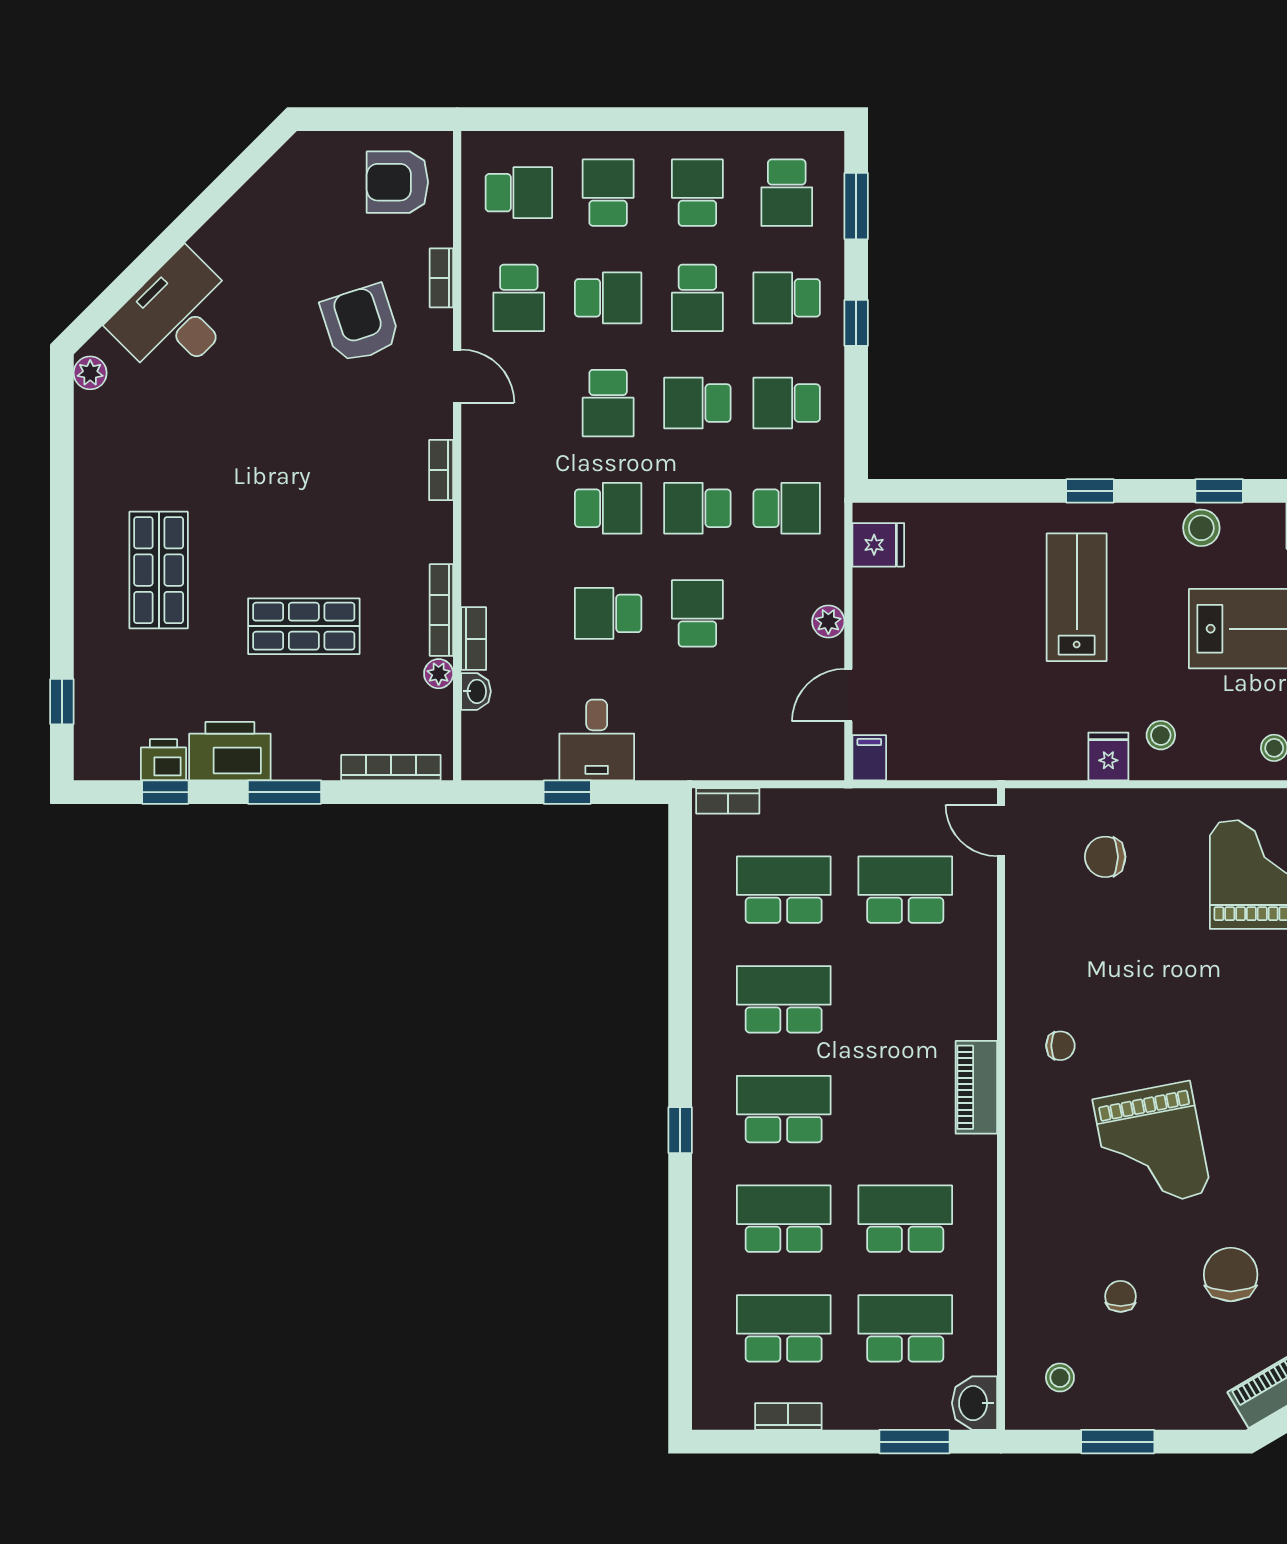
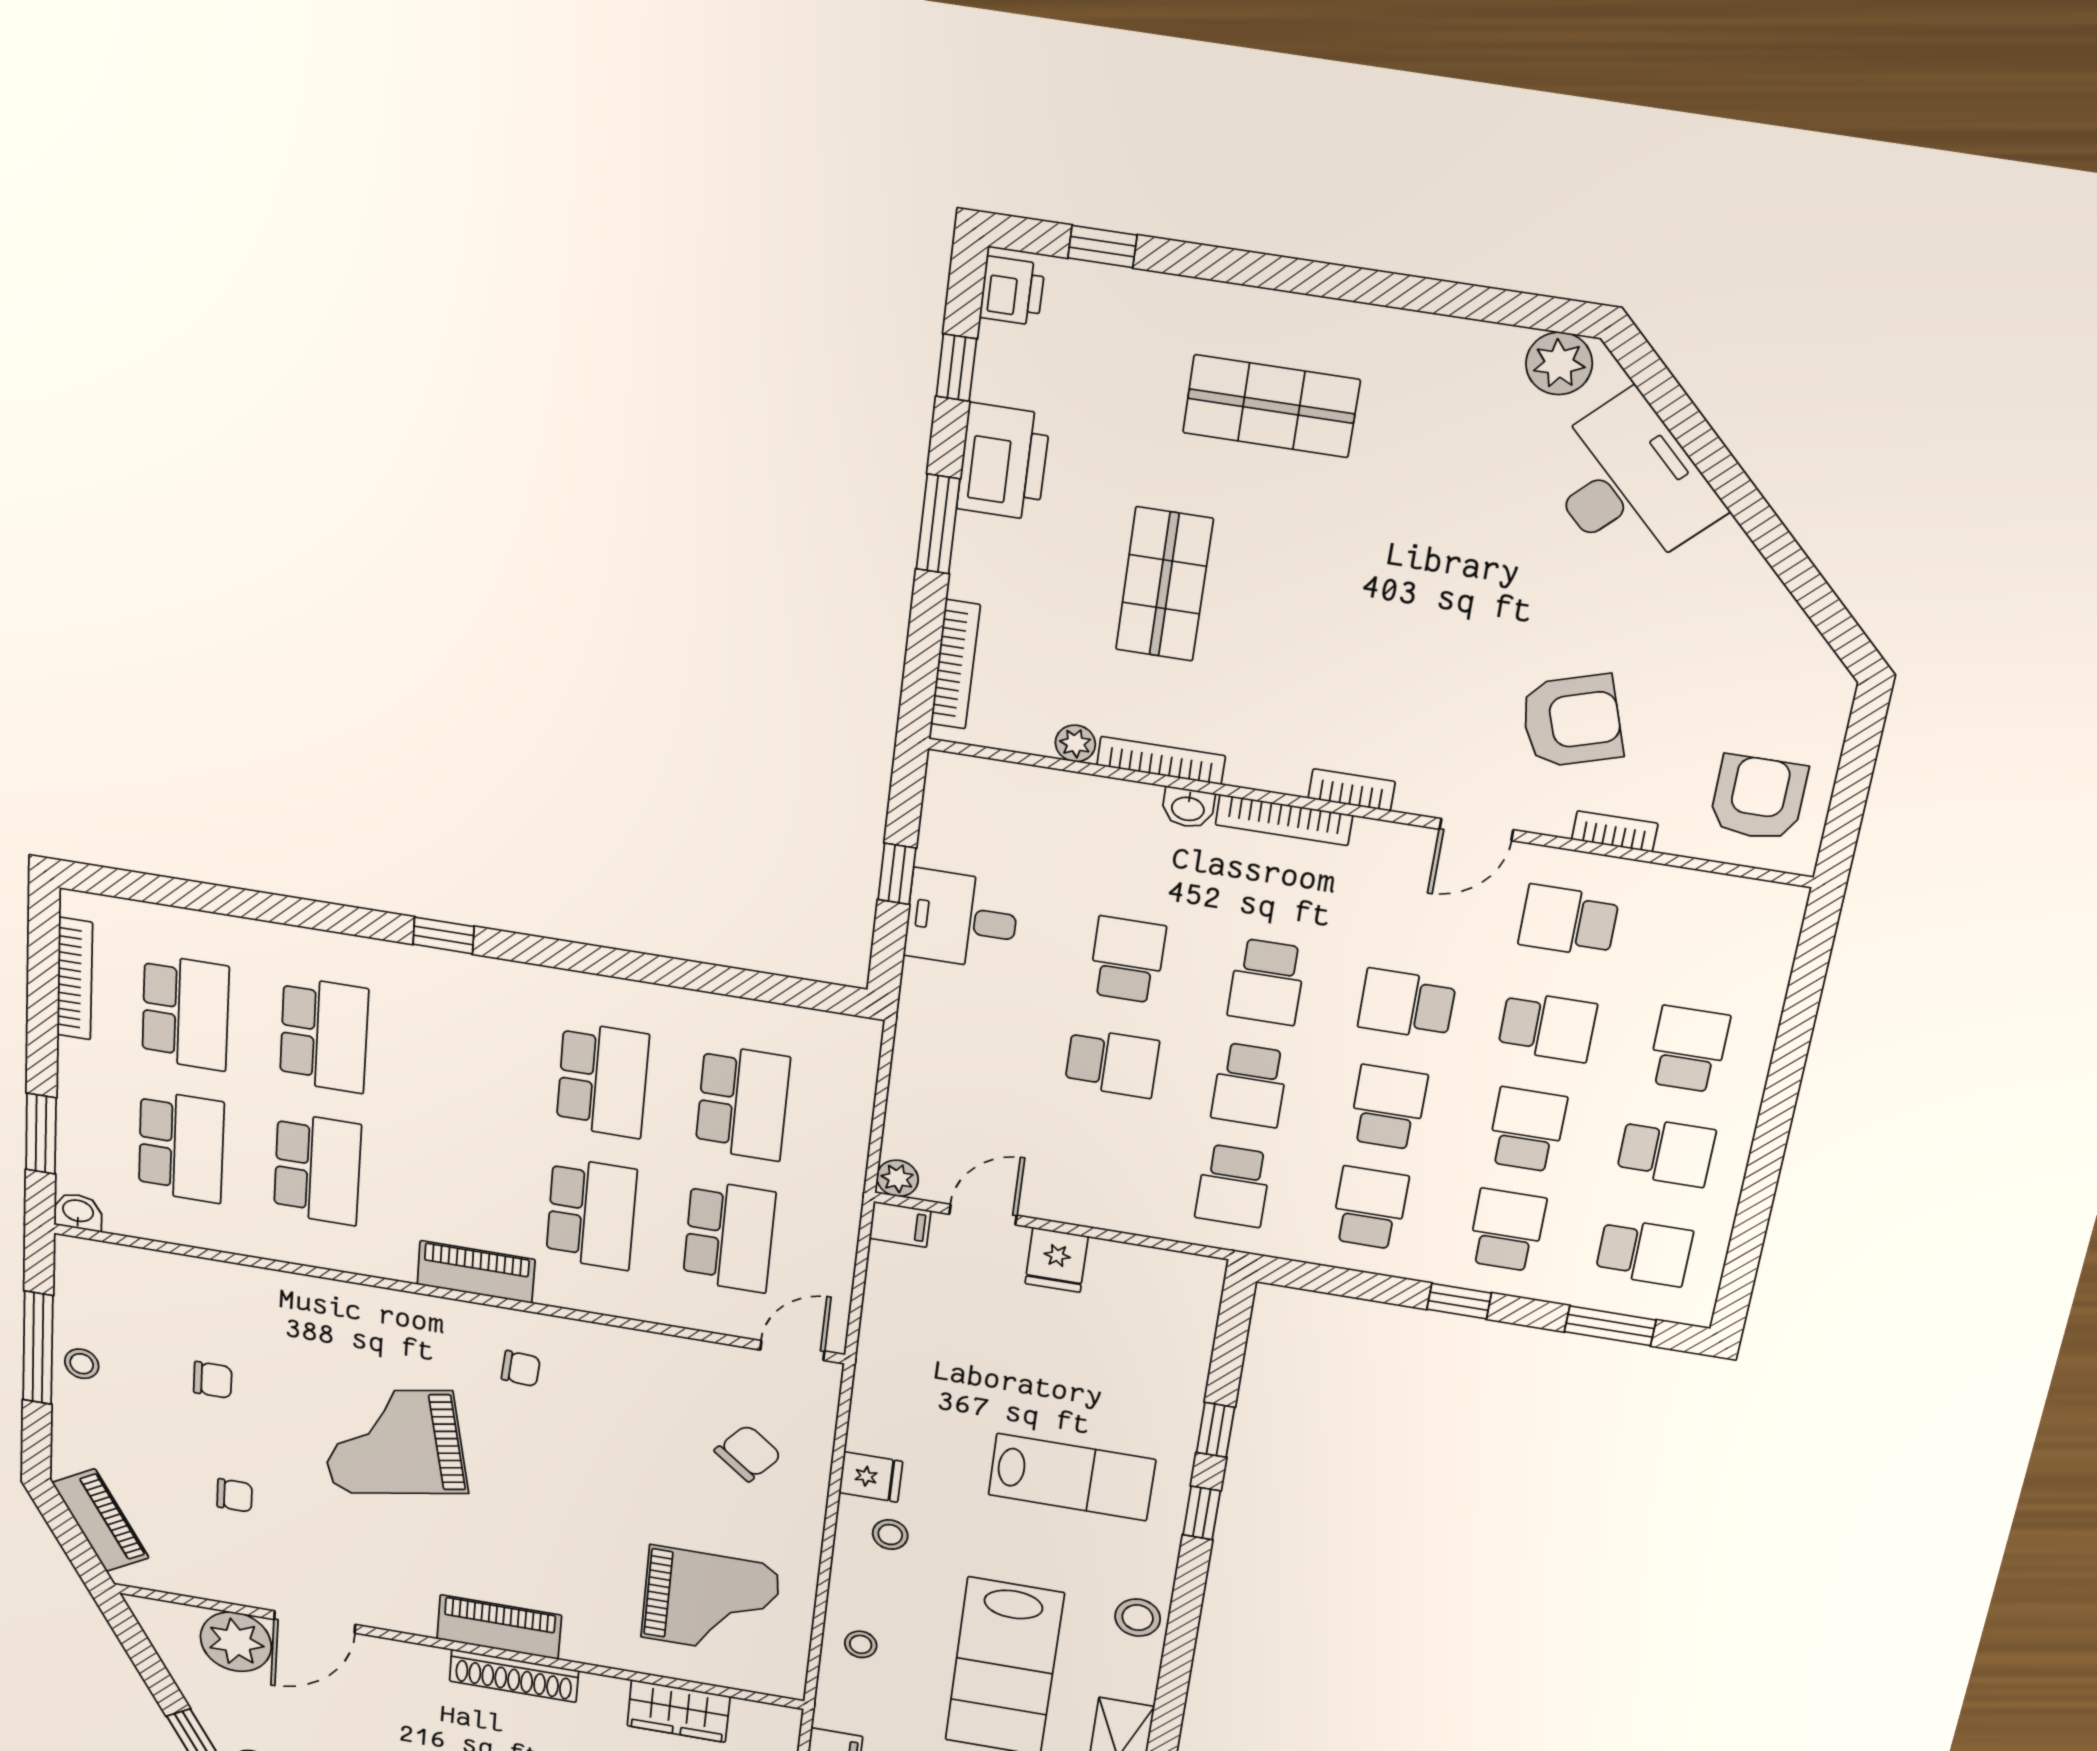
school desk: (519, 193) -> (1712, 944), removed
school desk: (608, 193) -> (1688, 1049), turned -90
school desk: (787, 193) -> (1644, 1252), turned 180
school desk: (608, 298) -> (1547, 1027), turned -90
school desk: (697, 298) -> (1527, 1130), turned 90
plant: (90, 373) -> (1559, 363), width x1.38, depth x1.38
window: (1219, 491) -> (1216, 1430), moved
school desk: (697, 508) -> (1250, 1085), turned 180
fridge: (878, 545) -> (1057, 1260), moved
plant: (828, 621) -> (897, 1178), moved
bookcase: (474, 639) -> (1284, 820), moved, width x1.56
washbasin: (476, 691) -> (1188, 808), moved
door: (848, 695) -> (983, 1215), hinge flipped
printer: (163, 760) -> (1012, 291), moved
bookcase: (728, 801) -> (864, 1058), removed
chair: (1105, 857) -> (748, 1453), turned 39
chair: (1060, 1046) -> (521, 1369), turned -86
school desk: (784, 1109) -> (591, 1214), moved
chair: (1231, 1274) -> (235, 1495), width x0.54, depth x0.54
stool: (1060, 1377) -> (82, 1364), moved
washbasin: (974, 1403) -> (78, 1212), width x0.72, depth x0.69
bookcase: (788, 1417) -> (75, 979), width x1.56
window: (1118, 1442) -> (38, 1348), width x1.44

